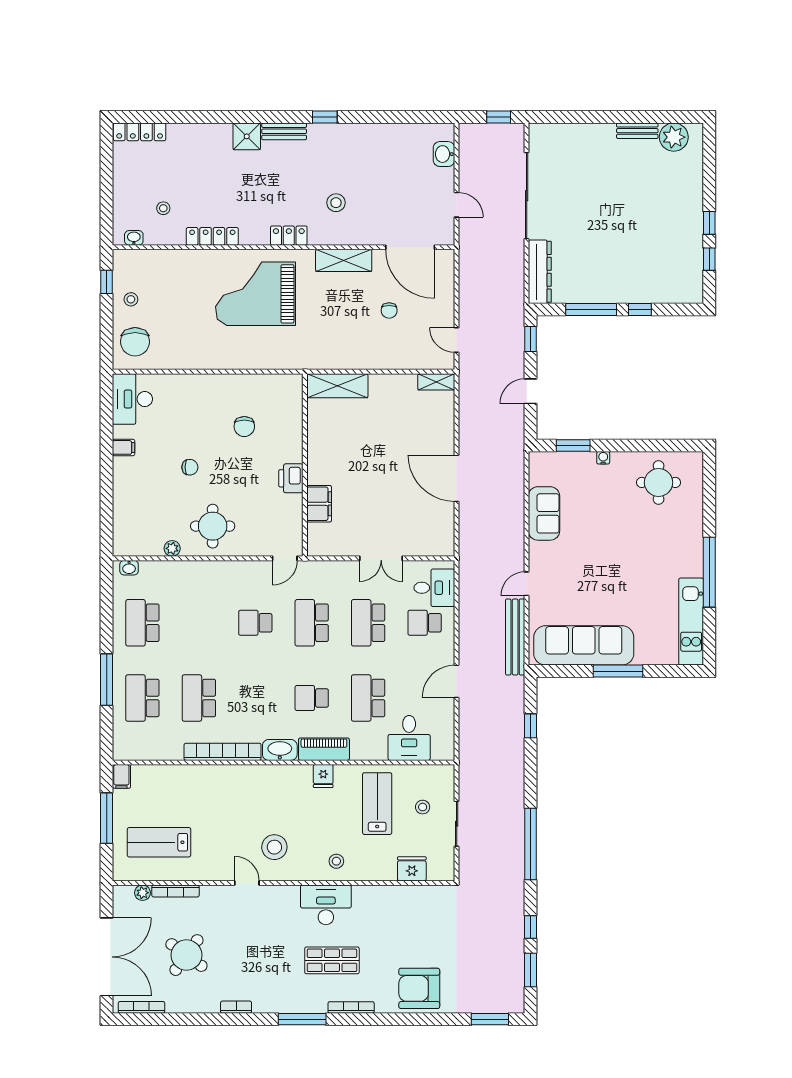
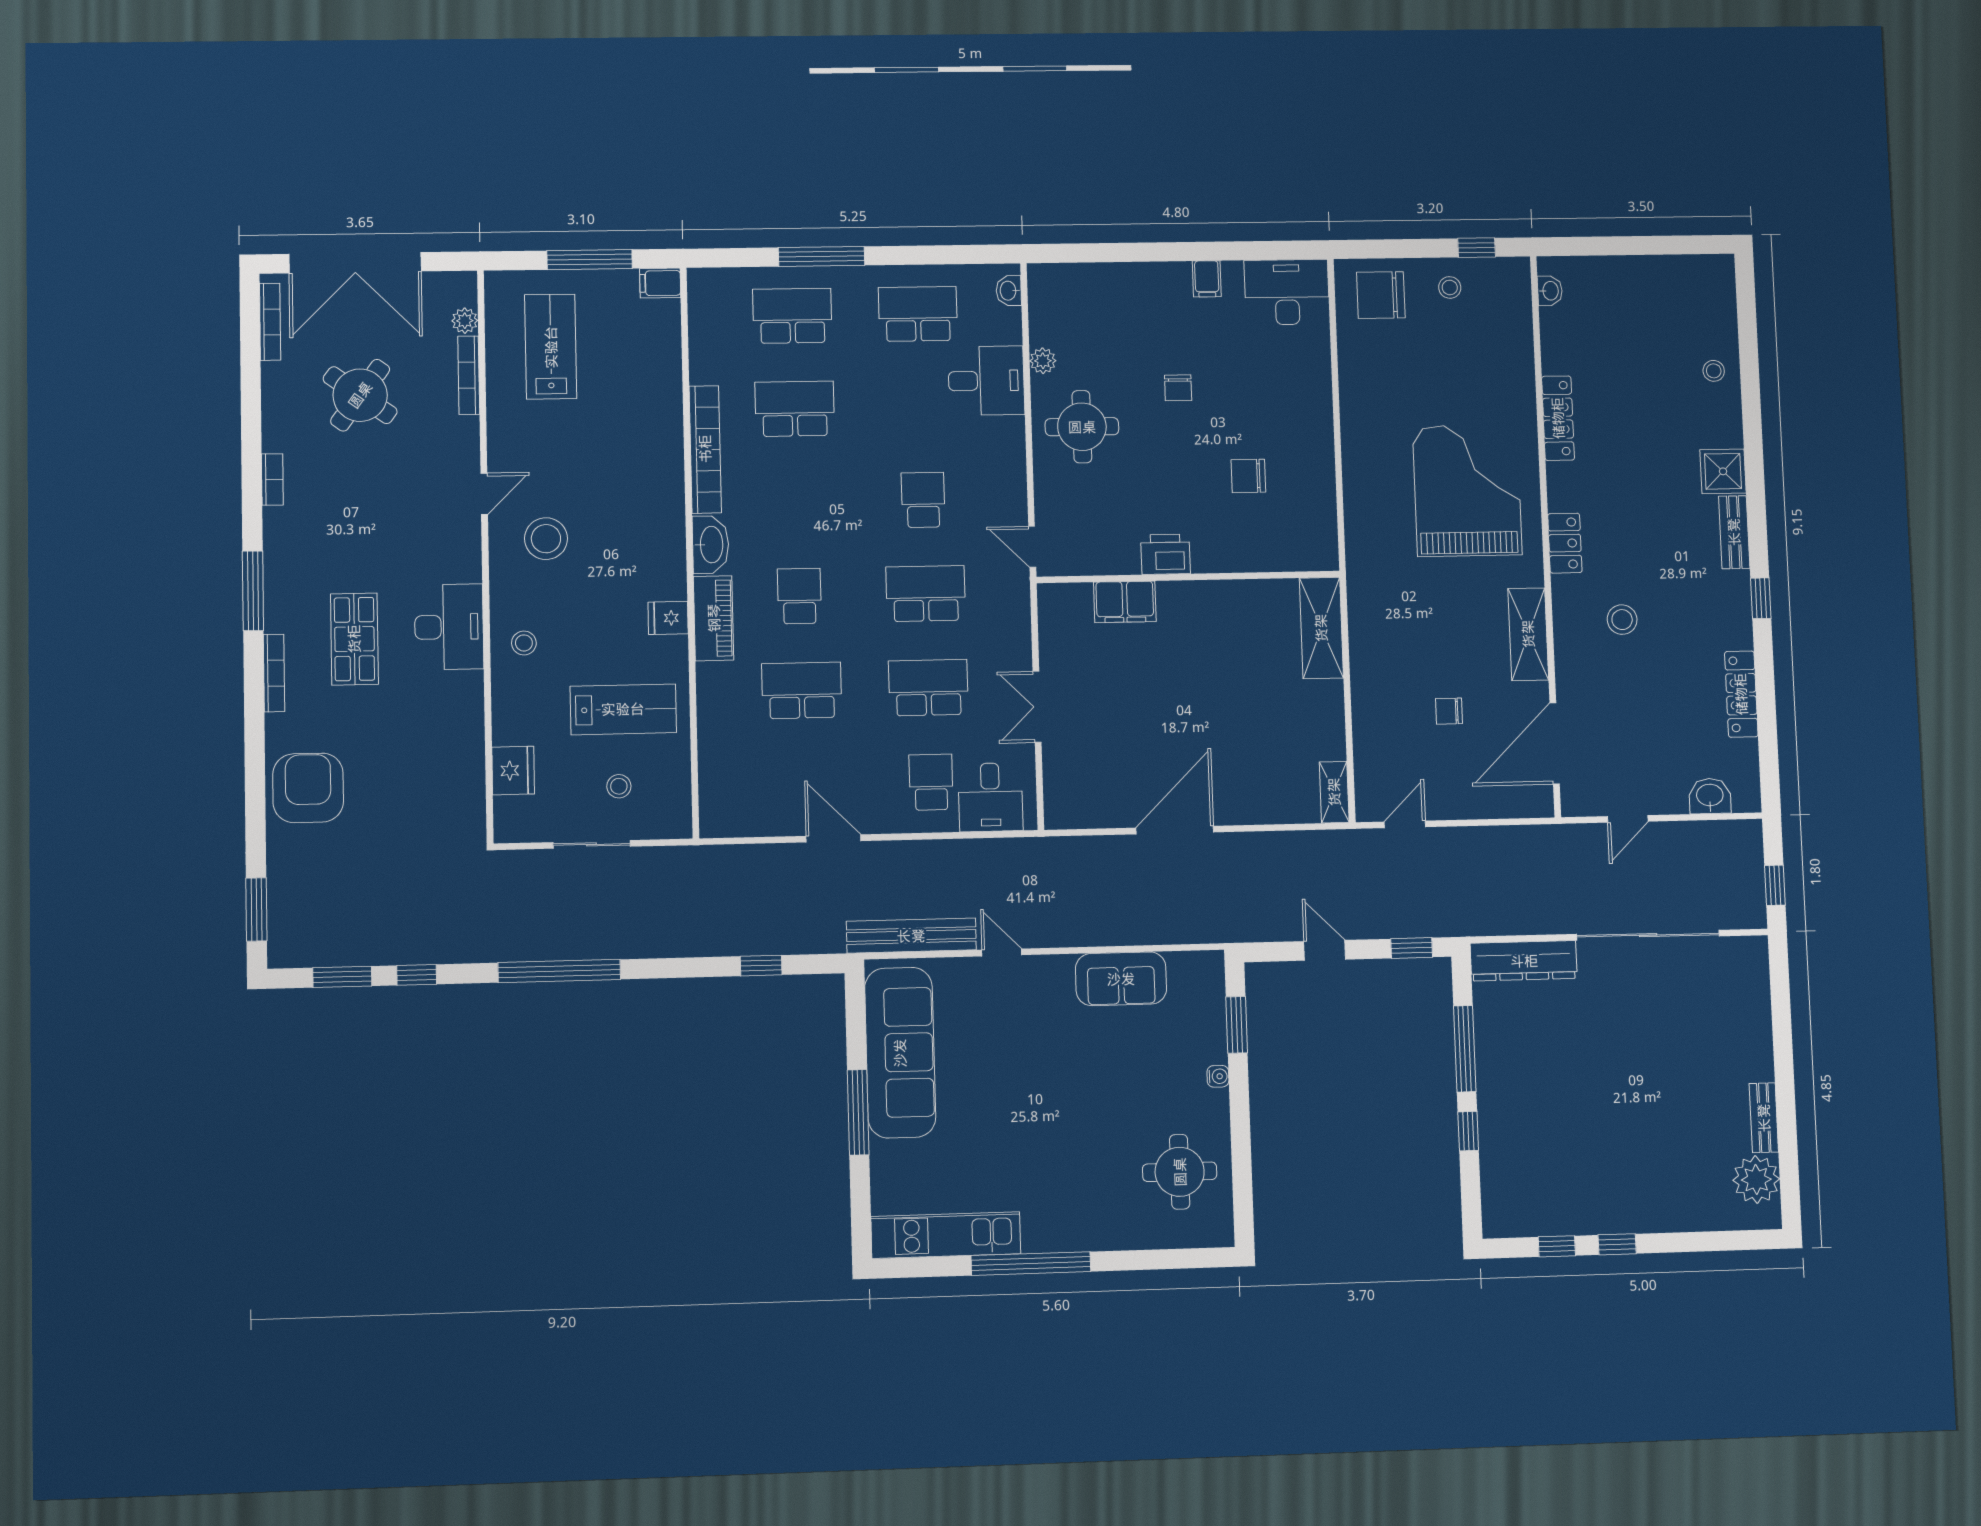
locker: (140, 132) -> (1741, 694), moved
stool: (163, 208) -> (1714, 371), moved
desk: (409, 738) -> (986, 381), moved, turned 180

